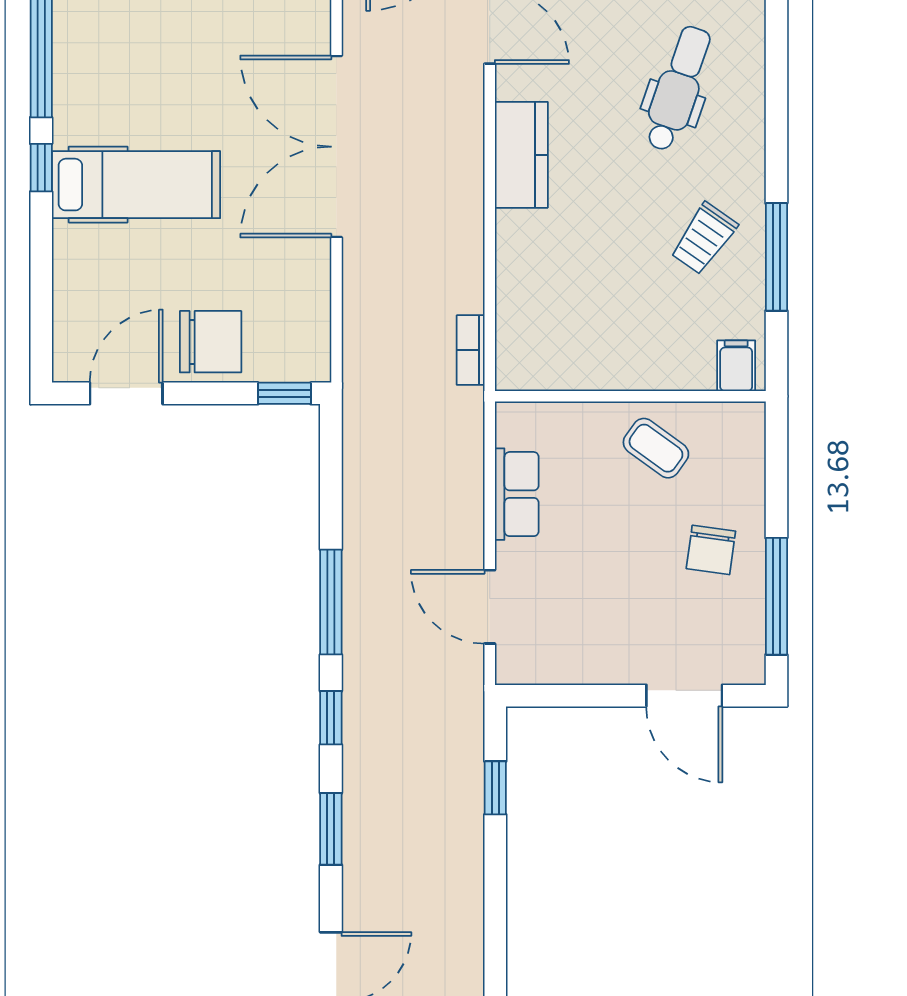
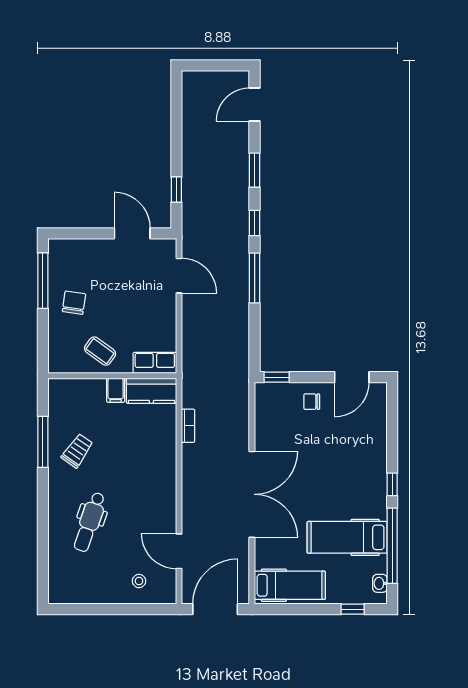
kitchen counter: (521, 155) -> (151, 391), moved, turned -90
hospital bed: (136, 185) -> (347, 537), moved
chair: (211, 342) -> (312, 402), width x0.54, depth x0.54
bookcase: (471, 350) -> (188, 426), moved
filing cabinet: (736, 366) -> (116, 390), moved
row of seats: (517, 494) -> (155, 363), moved, turned 90
door: (684, 696) -> (132, 233), moved

